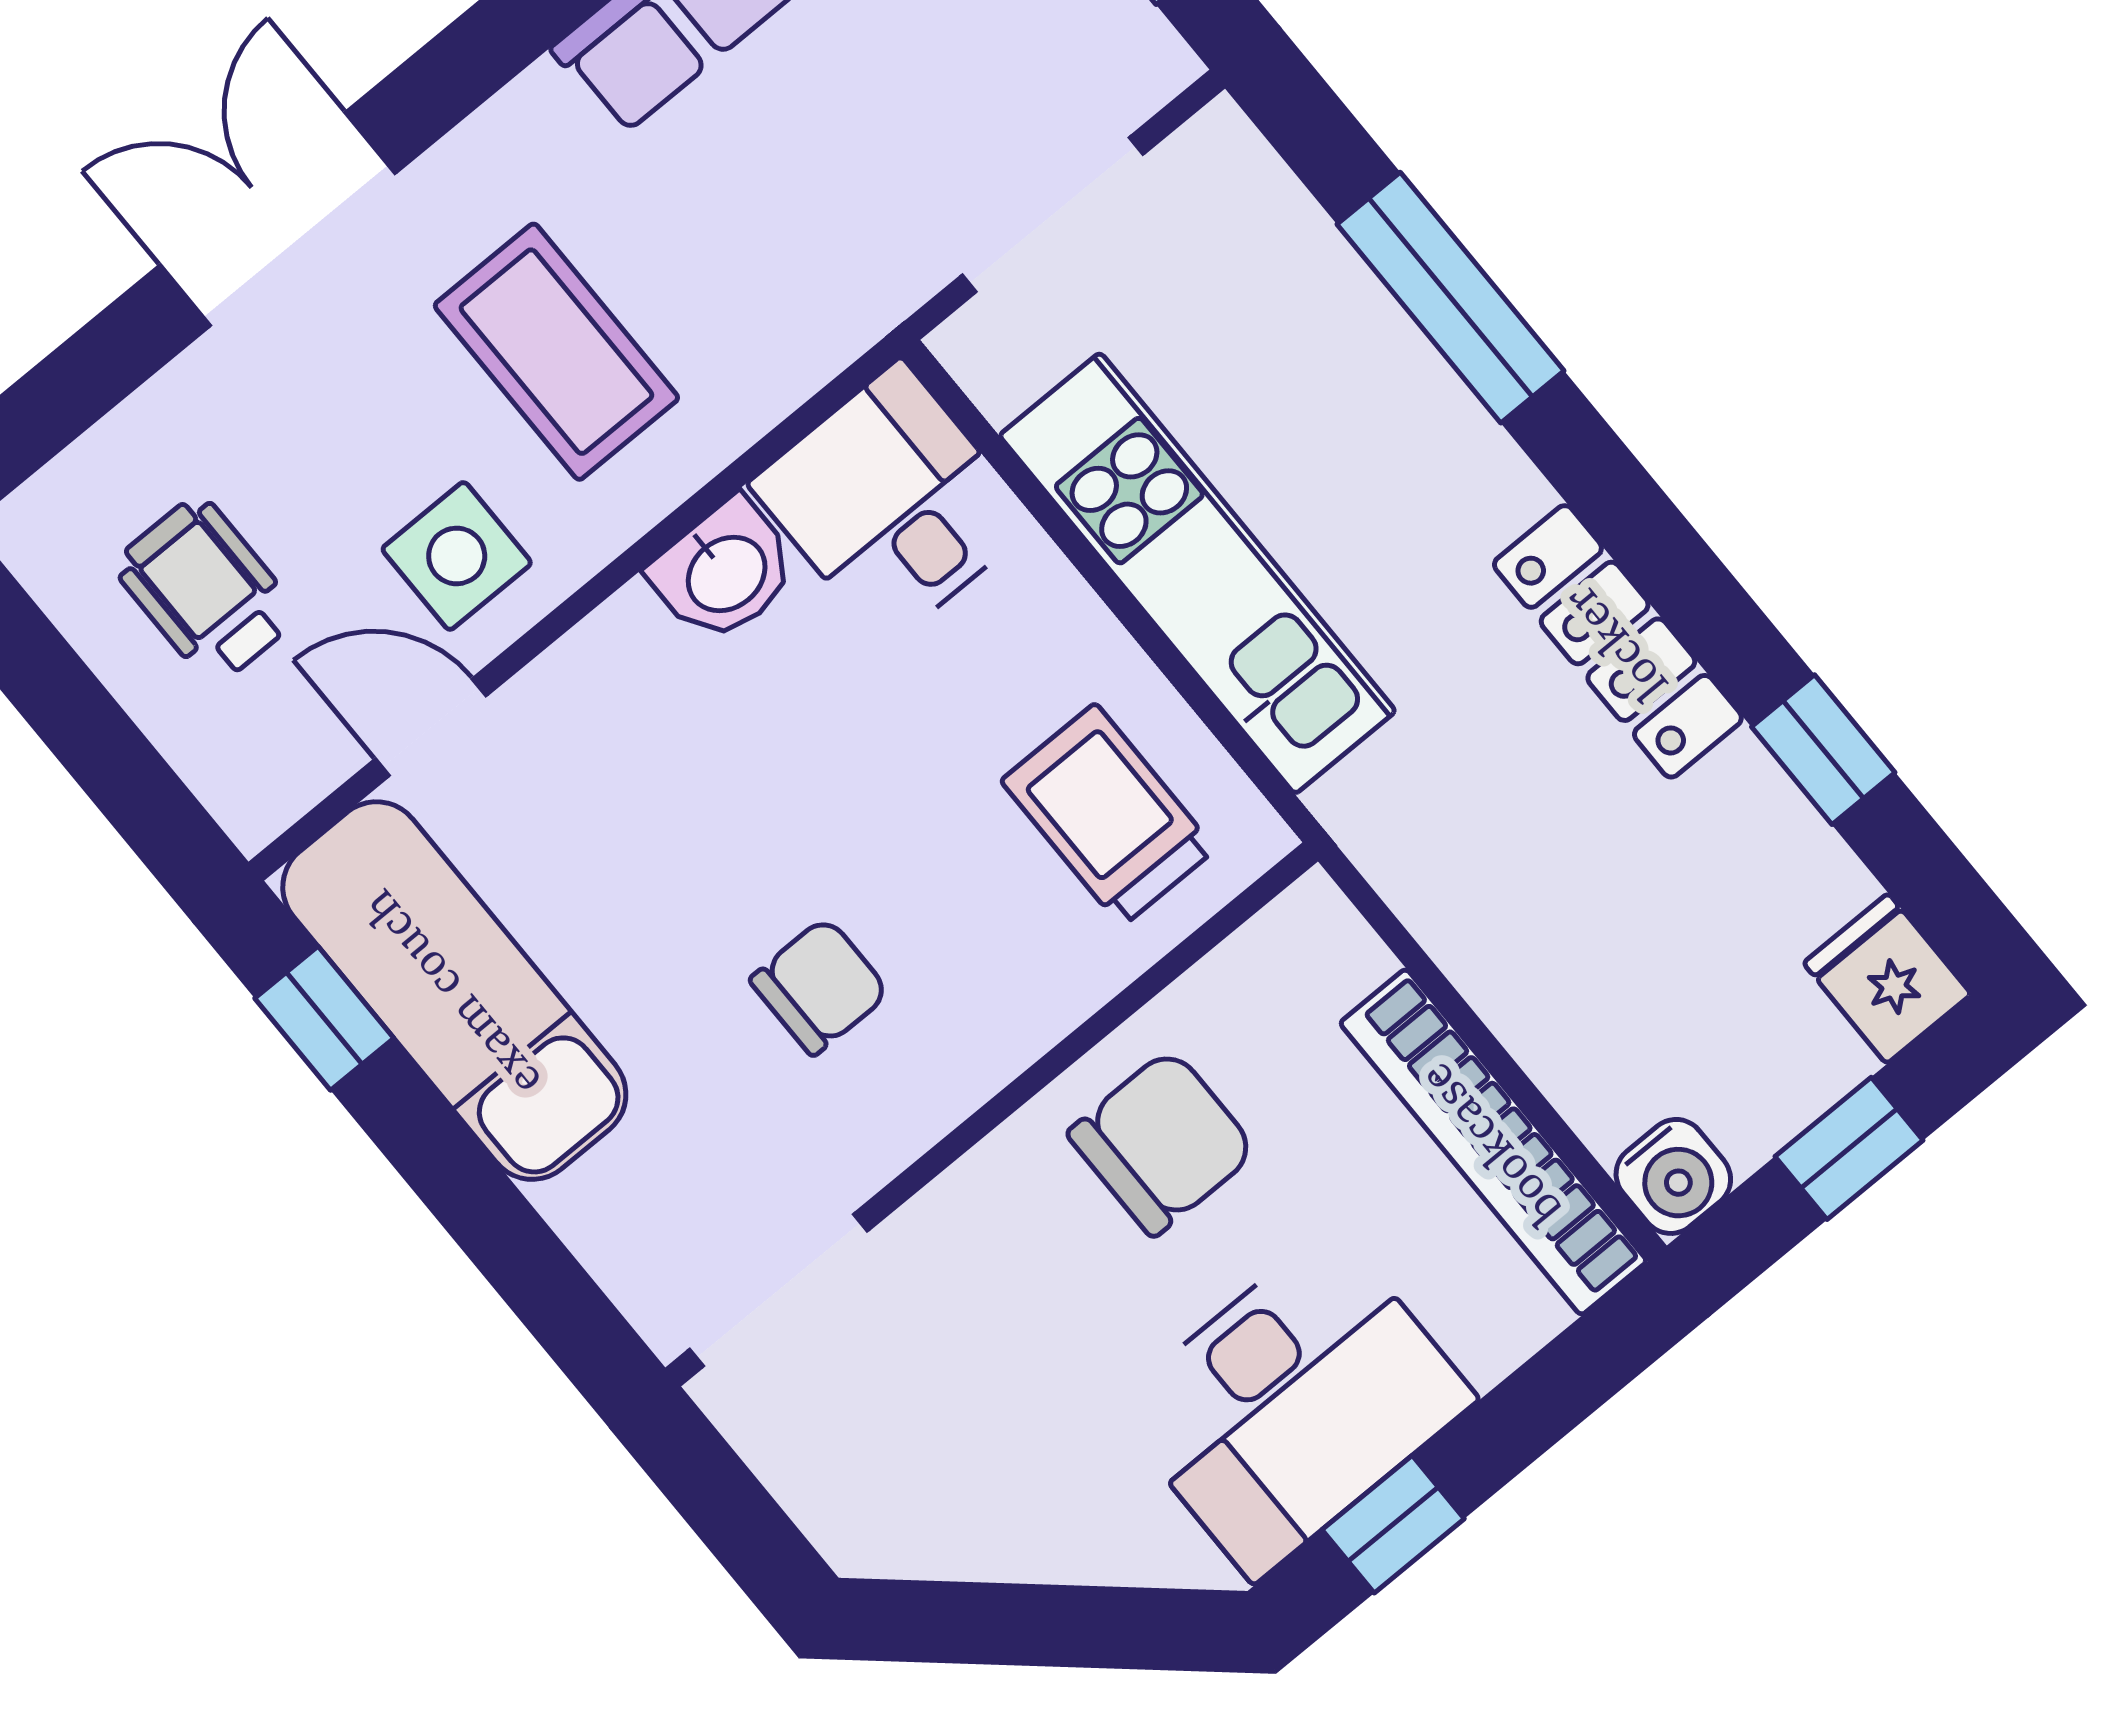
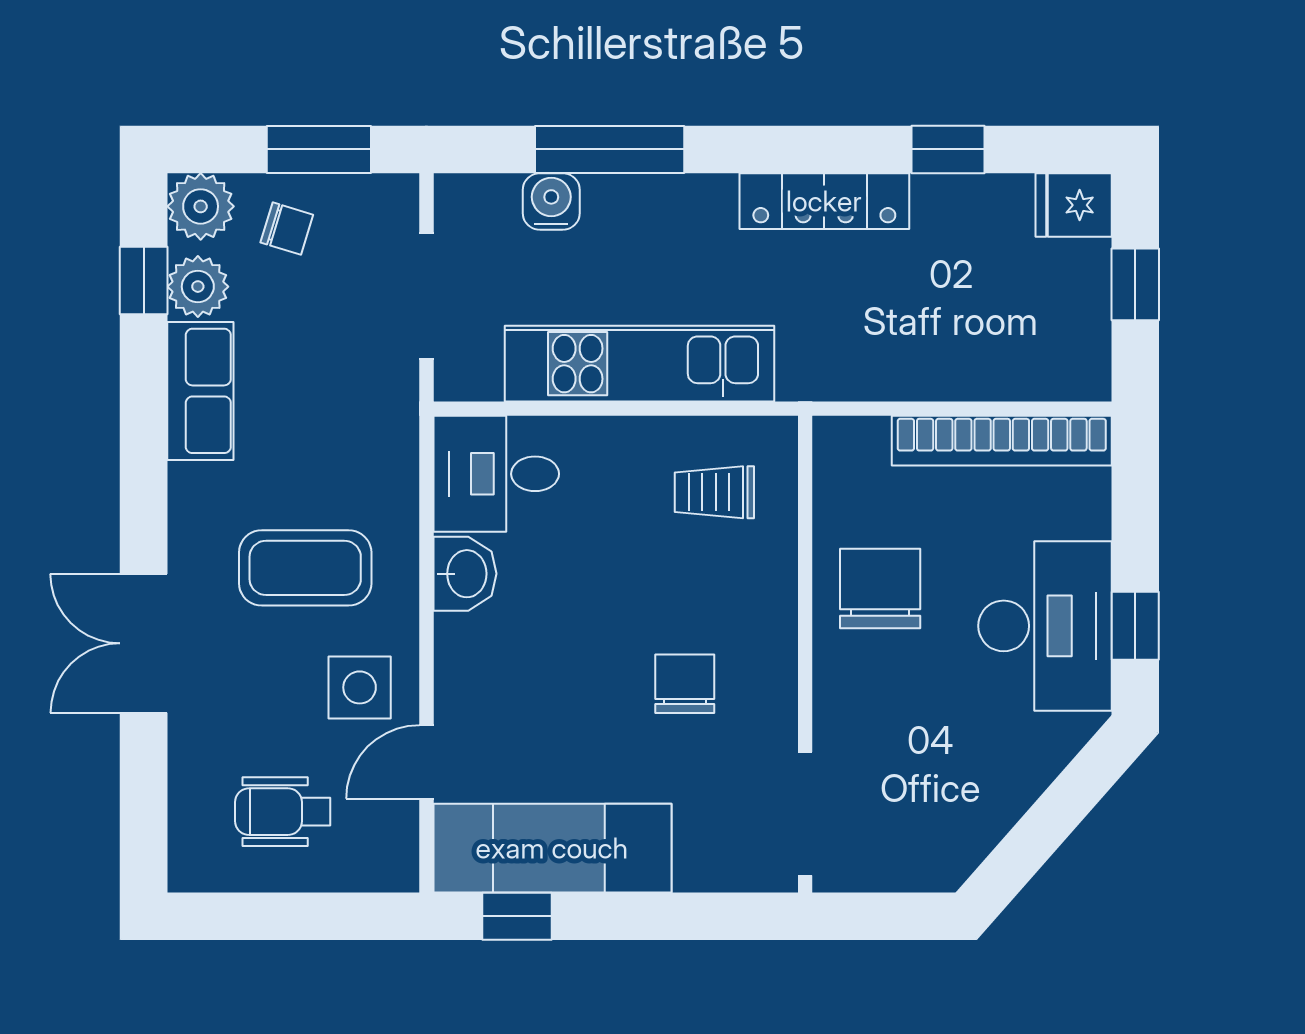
trolley: (1108, 815) -> (714, 492), width x0.73, depth x0.72
water cooler: (1673, 1176) -> (551, 202), moved, turned -90

